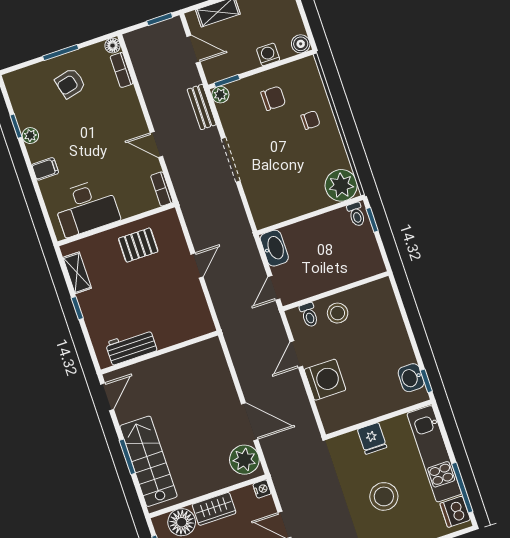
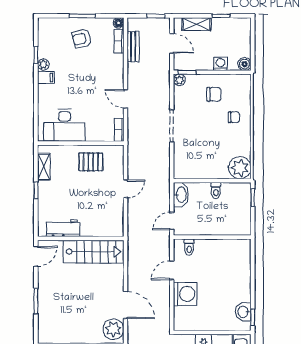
bench: (202, 107) -> (133, 47), moved
filing cabinet: (45, 169) -> (46, 77), moved
toilet: (356, 214) -> (216, 190), moved
stool: (338, 313) -> (209, 252), removed
stairs: (149, 461) -> (93, 252), moved, turned 90

